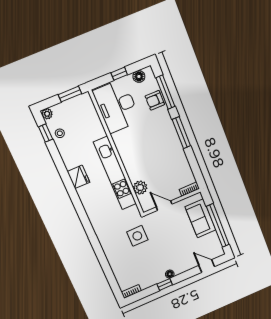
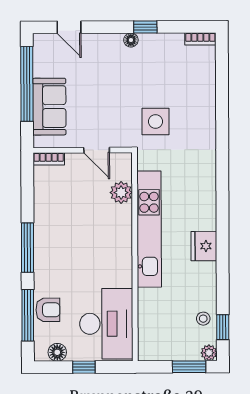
window: (70, 94) -> (189, 367), moved

